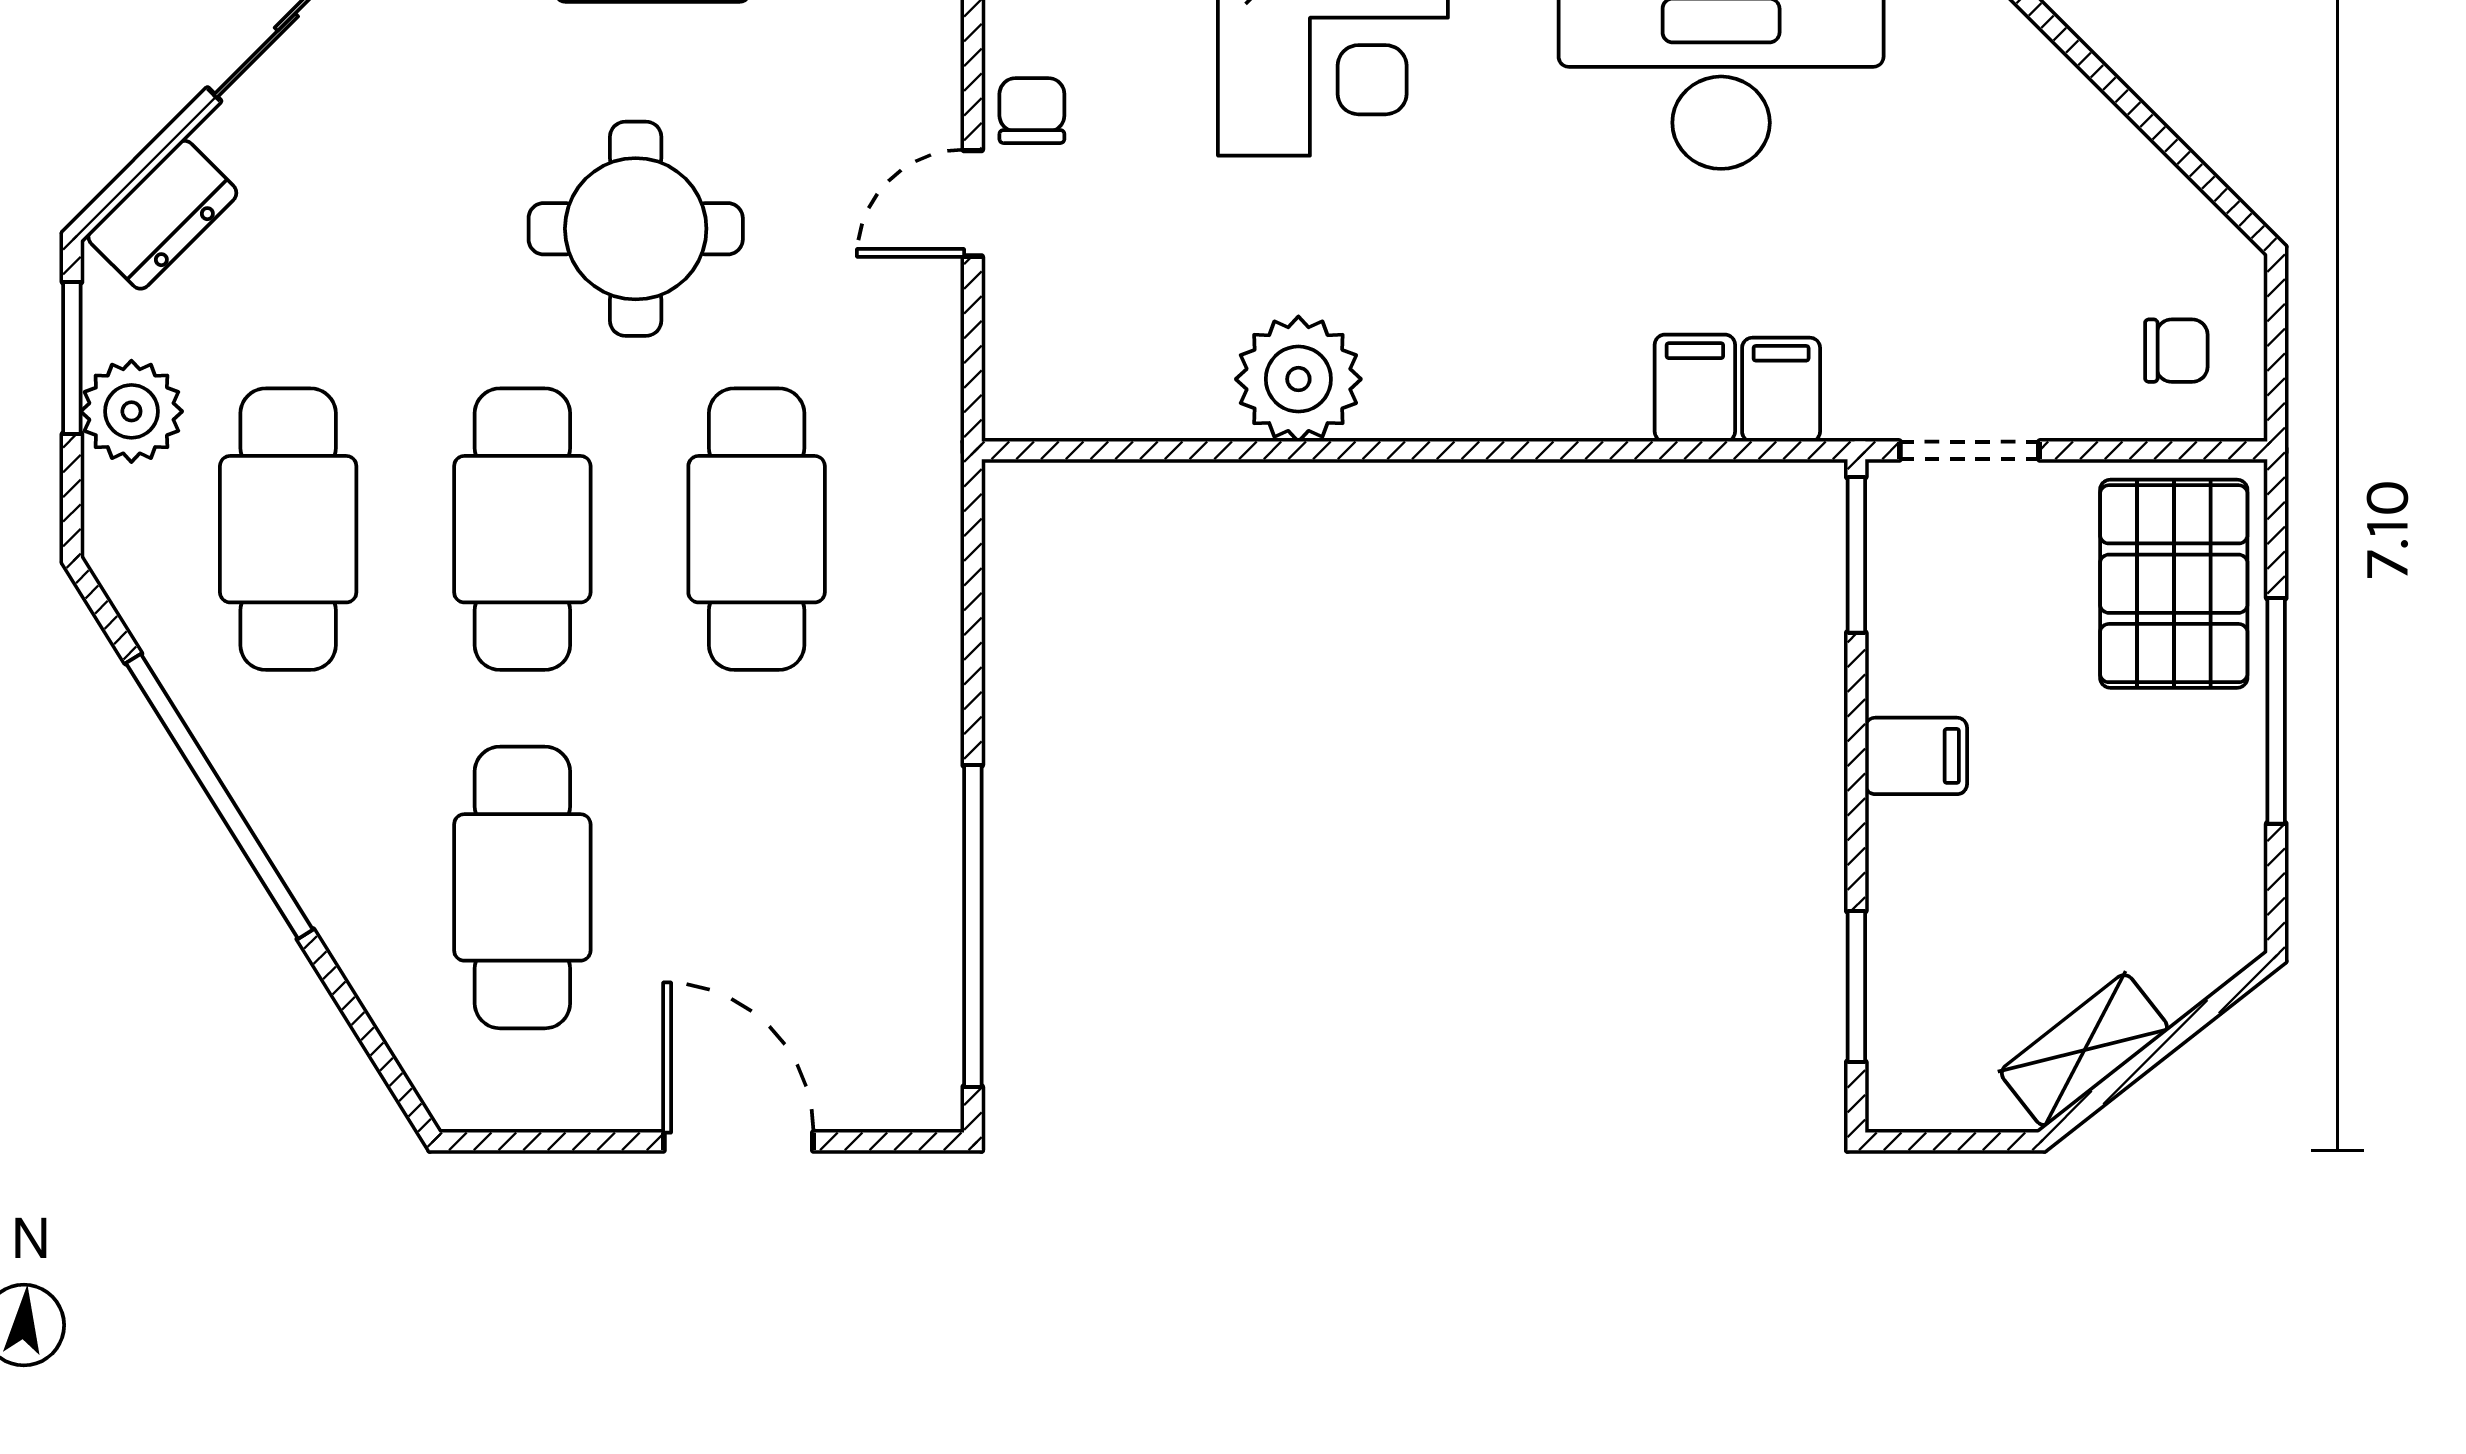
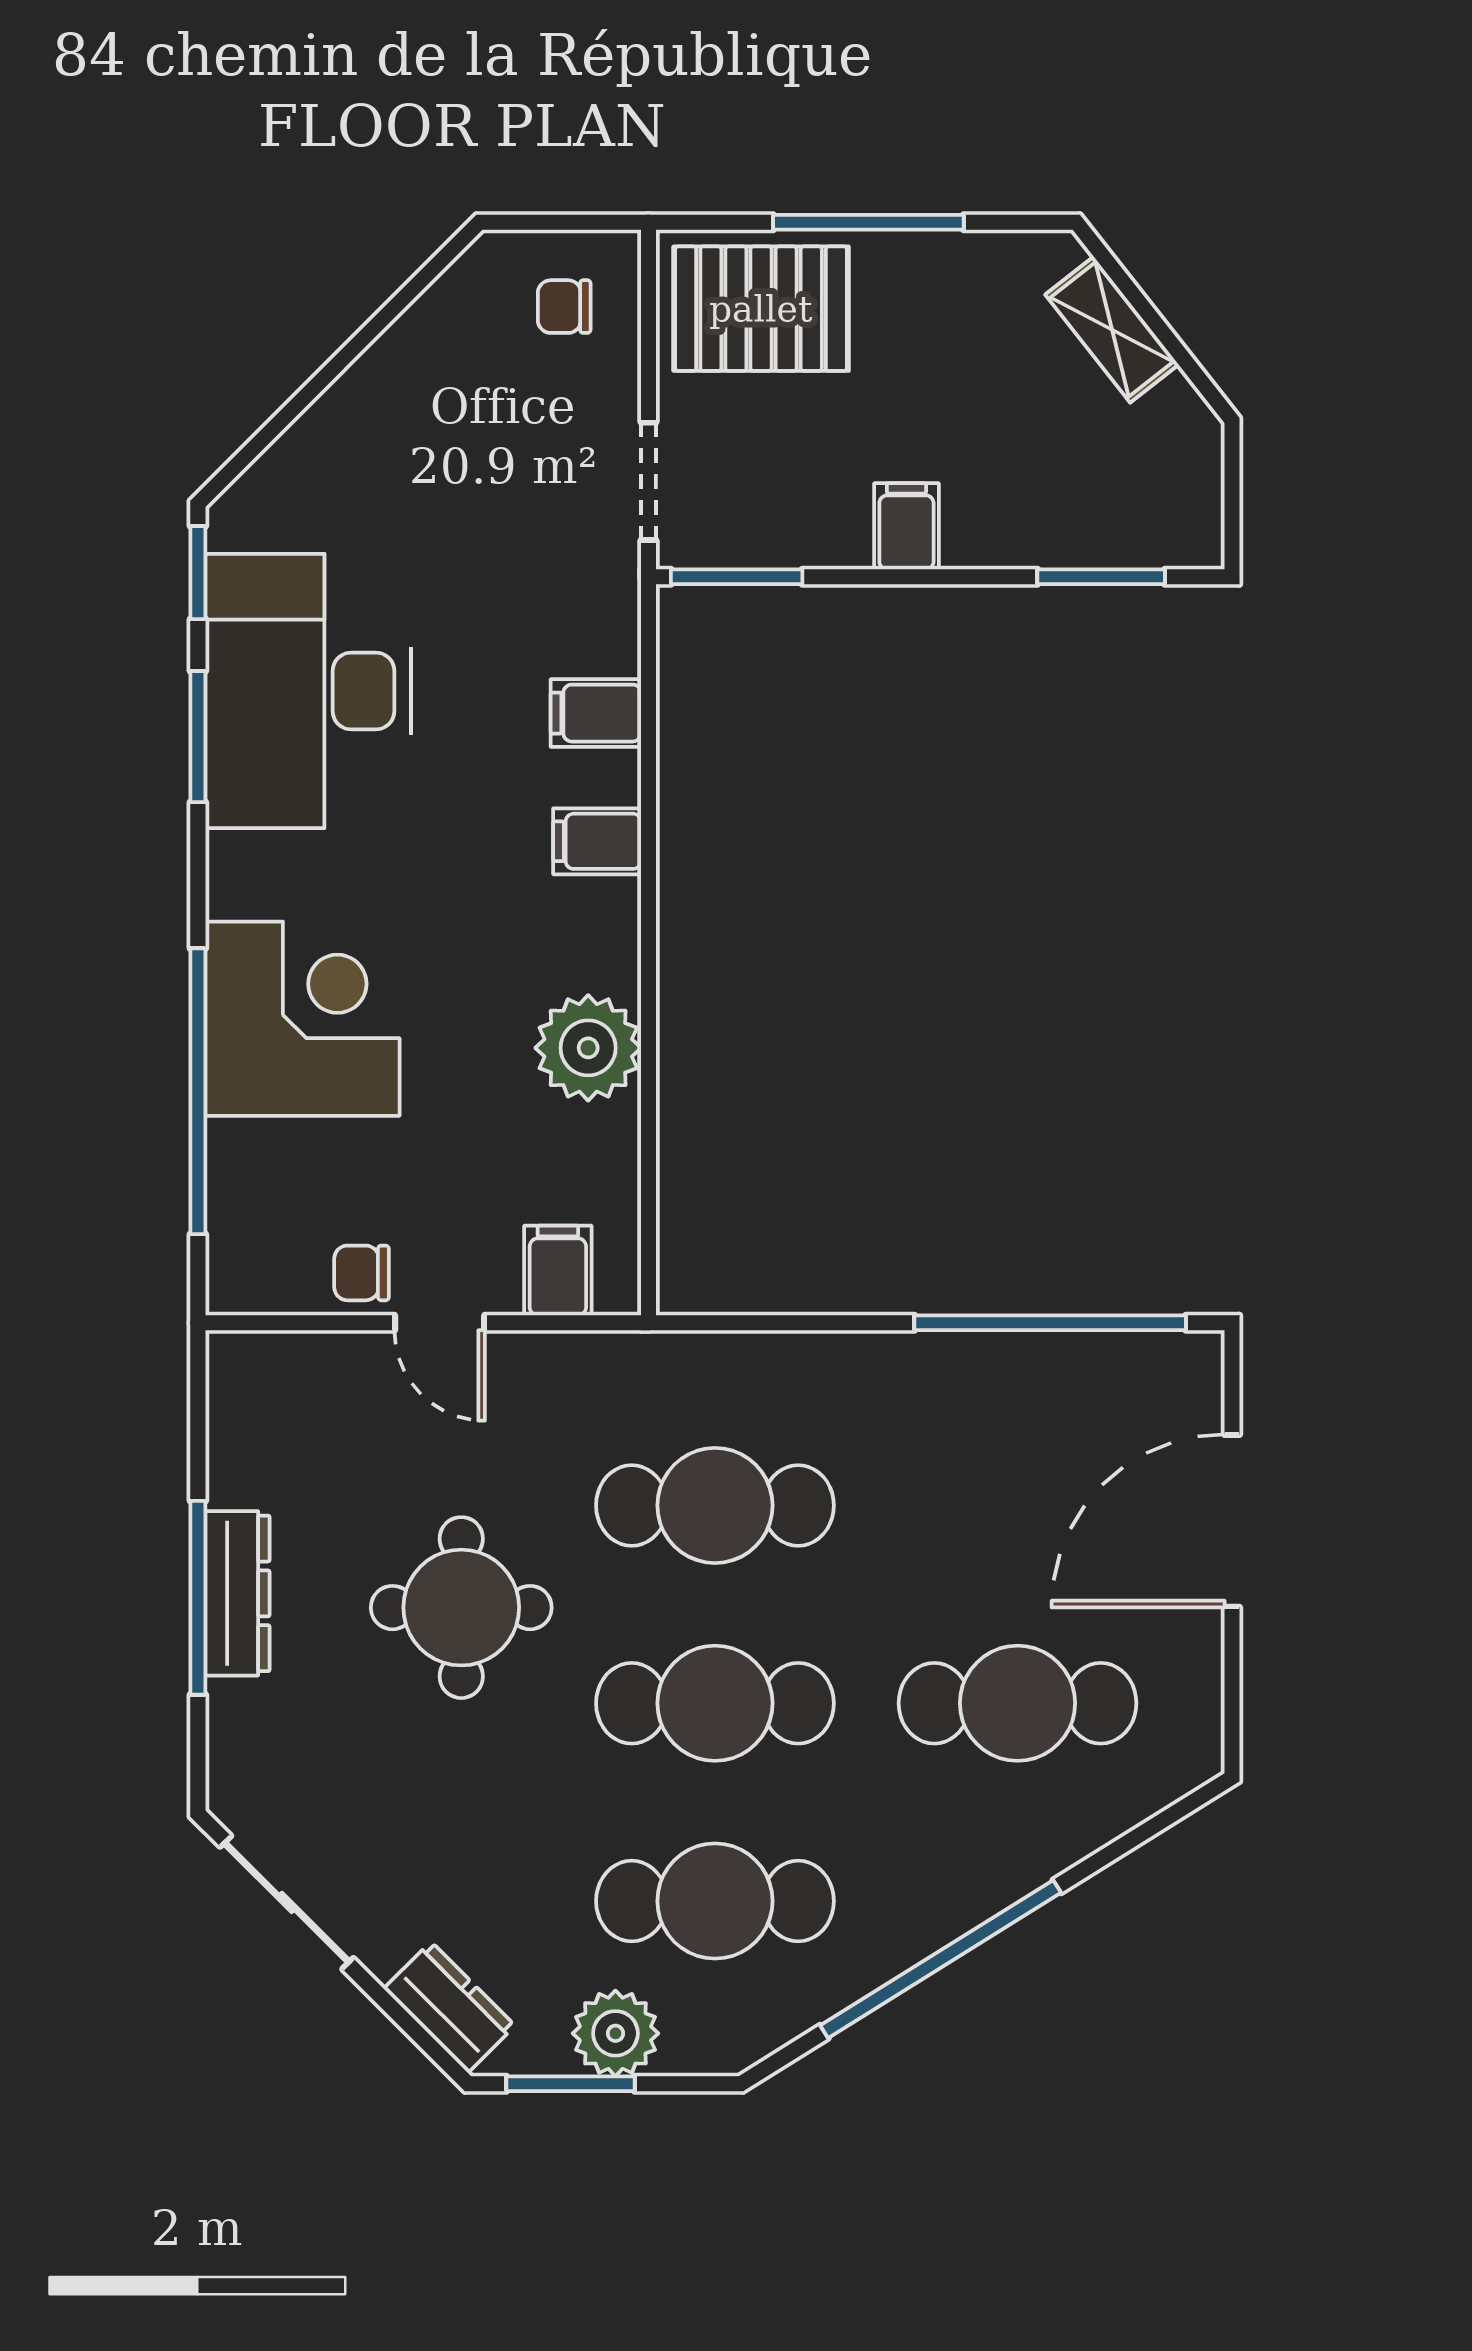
filing cabinet: (1035, 343) -> (558, 1271), added
chair: (2176, 351) -> (564, 307), turned -90
filing cabinet: (1781, 390) -> (597, 841), moved
shelving: (2084, 1050) -> (1112, 330), moved
door: (738, 1141) -> (1232, 1521), width x1.36

